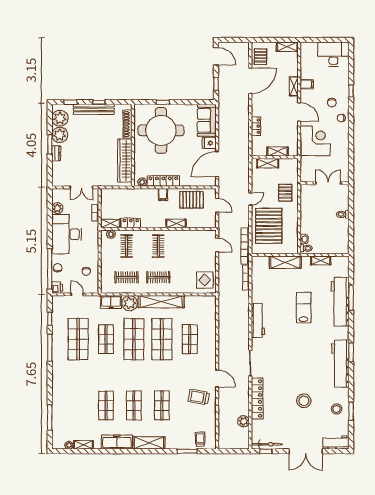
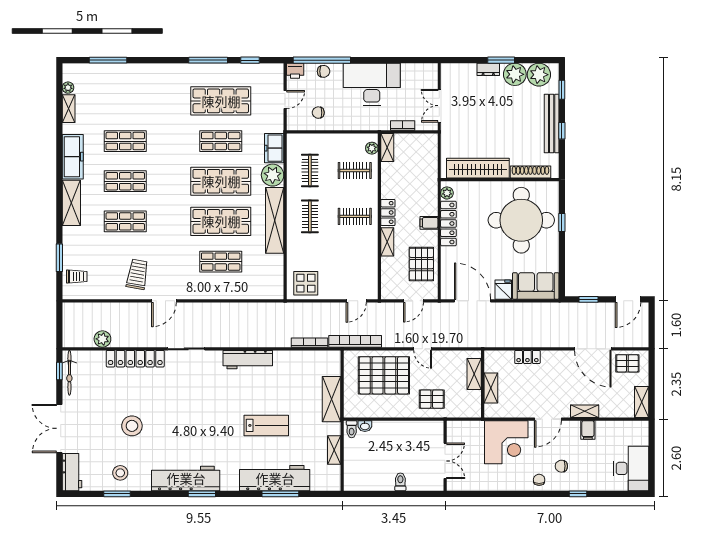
plant: (57, 208) -> (409, 71), removed
locker: (131, 223) -> (388, 212), moved

